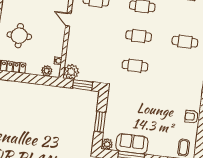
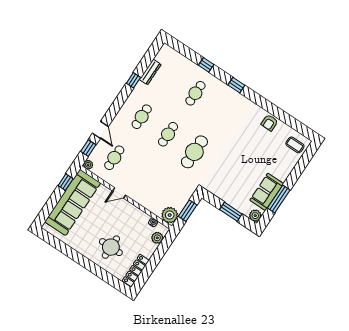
cafe table: (135, 66) -> (194, 152), width x1.37, depth x1.35

